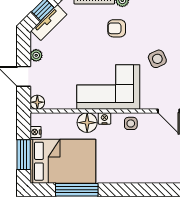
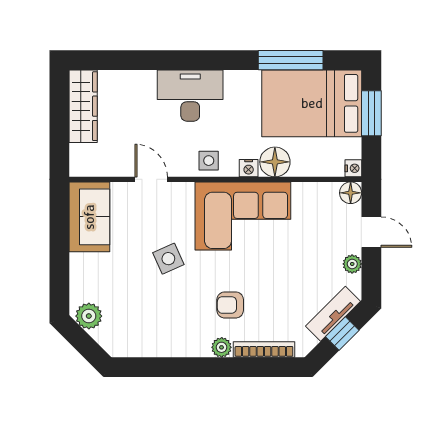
armchair: (117, 28) -> (230, 305), turned 180
nightstand: (35, 132) -> (353, 168), moved
desk: (143, 166) -> (190, 96), added

